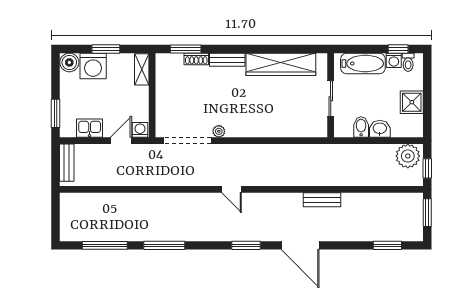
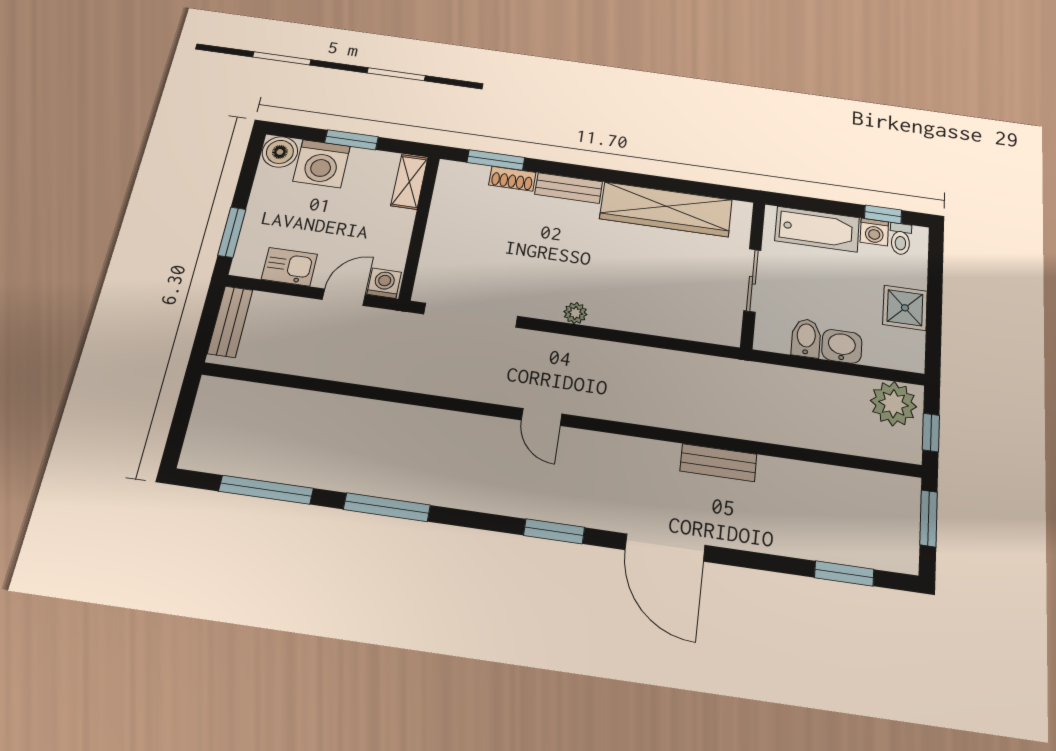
plant: (219, 131) -> (575, 313), moved

